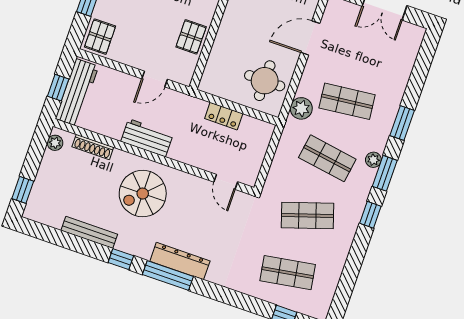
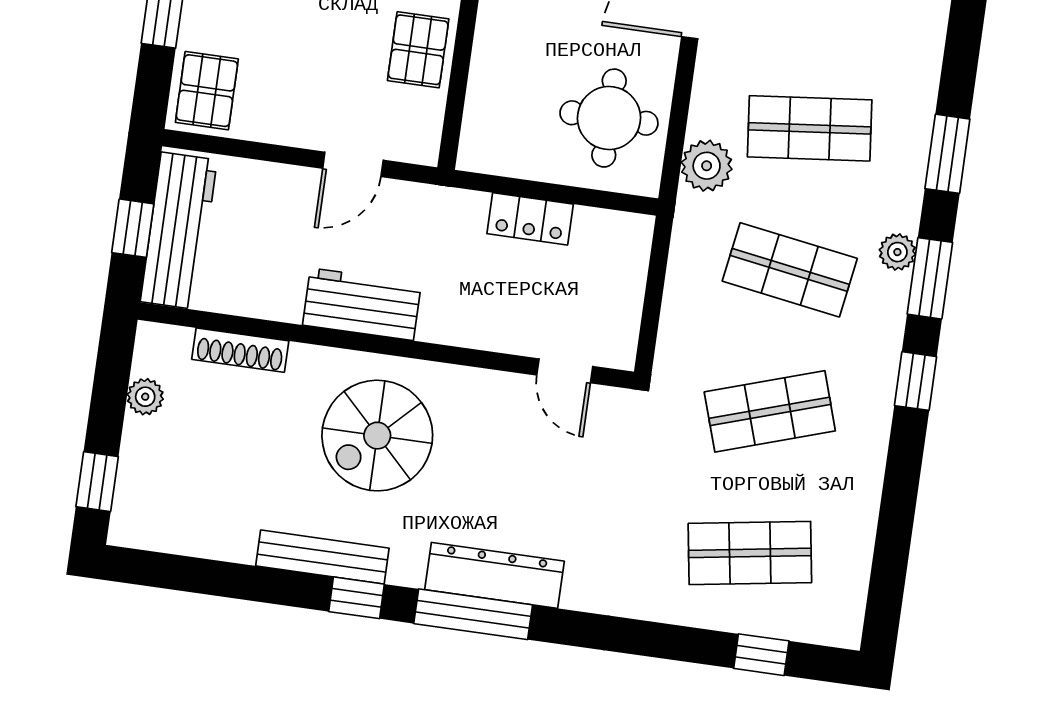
plant: (55, 143) -> (145, 397), moved
bench: (89, 232) -> (322, 557), moved

